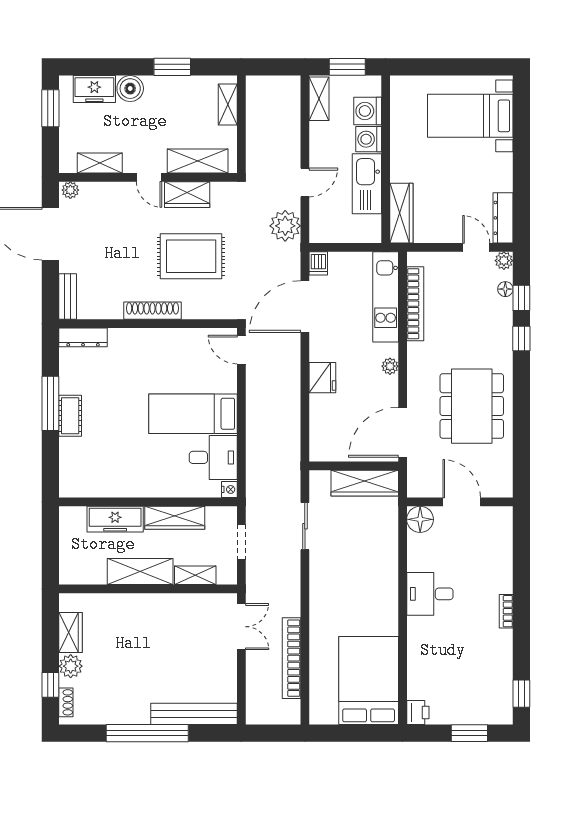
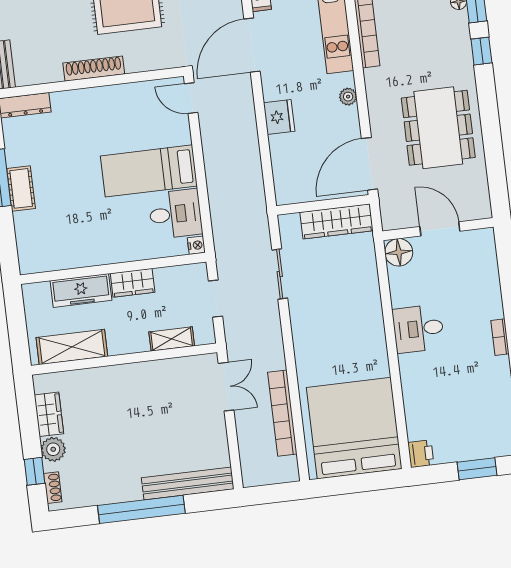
wardrobe: (175, 518) -> (133, 283), width x0.67
shelving: (140, 571) -> (72, 347), moved
bed: (369, 681) -> (354, 428), width x1.36

